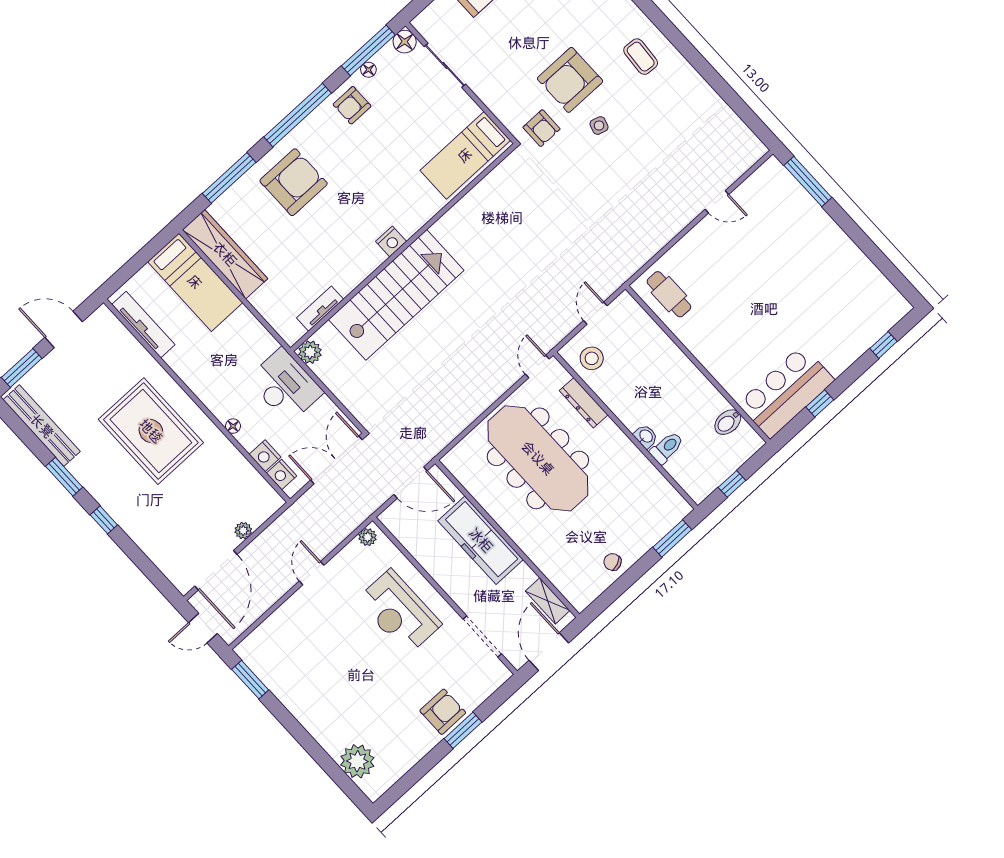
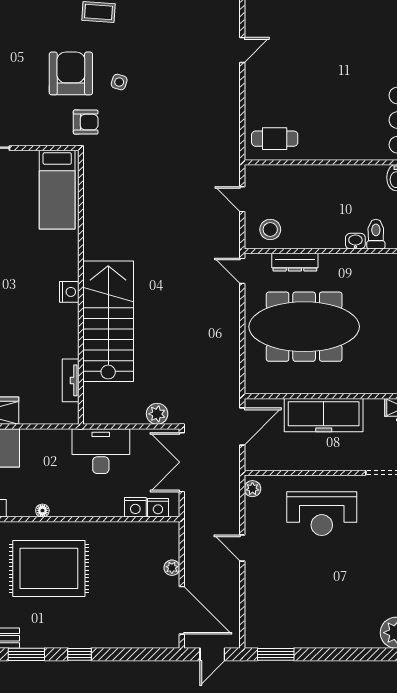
armchair: (570, 80) -> (71, 73), turned 180
plant: (310, 352) -> (157, 414), moved
floor lamp: (233, 426) -> (42, 511), moved

